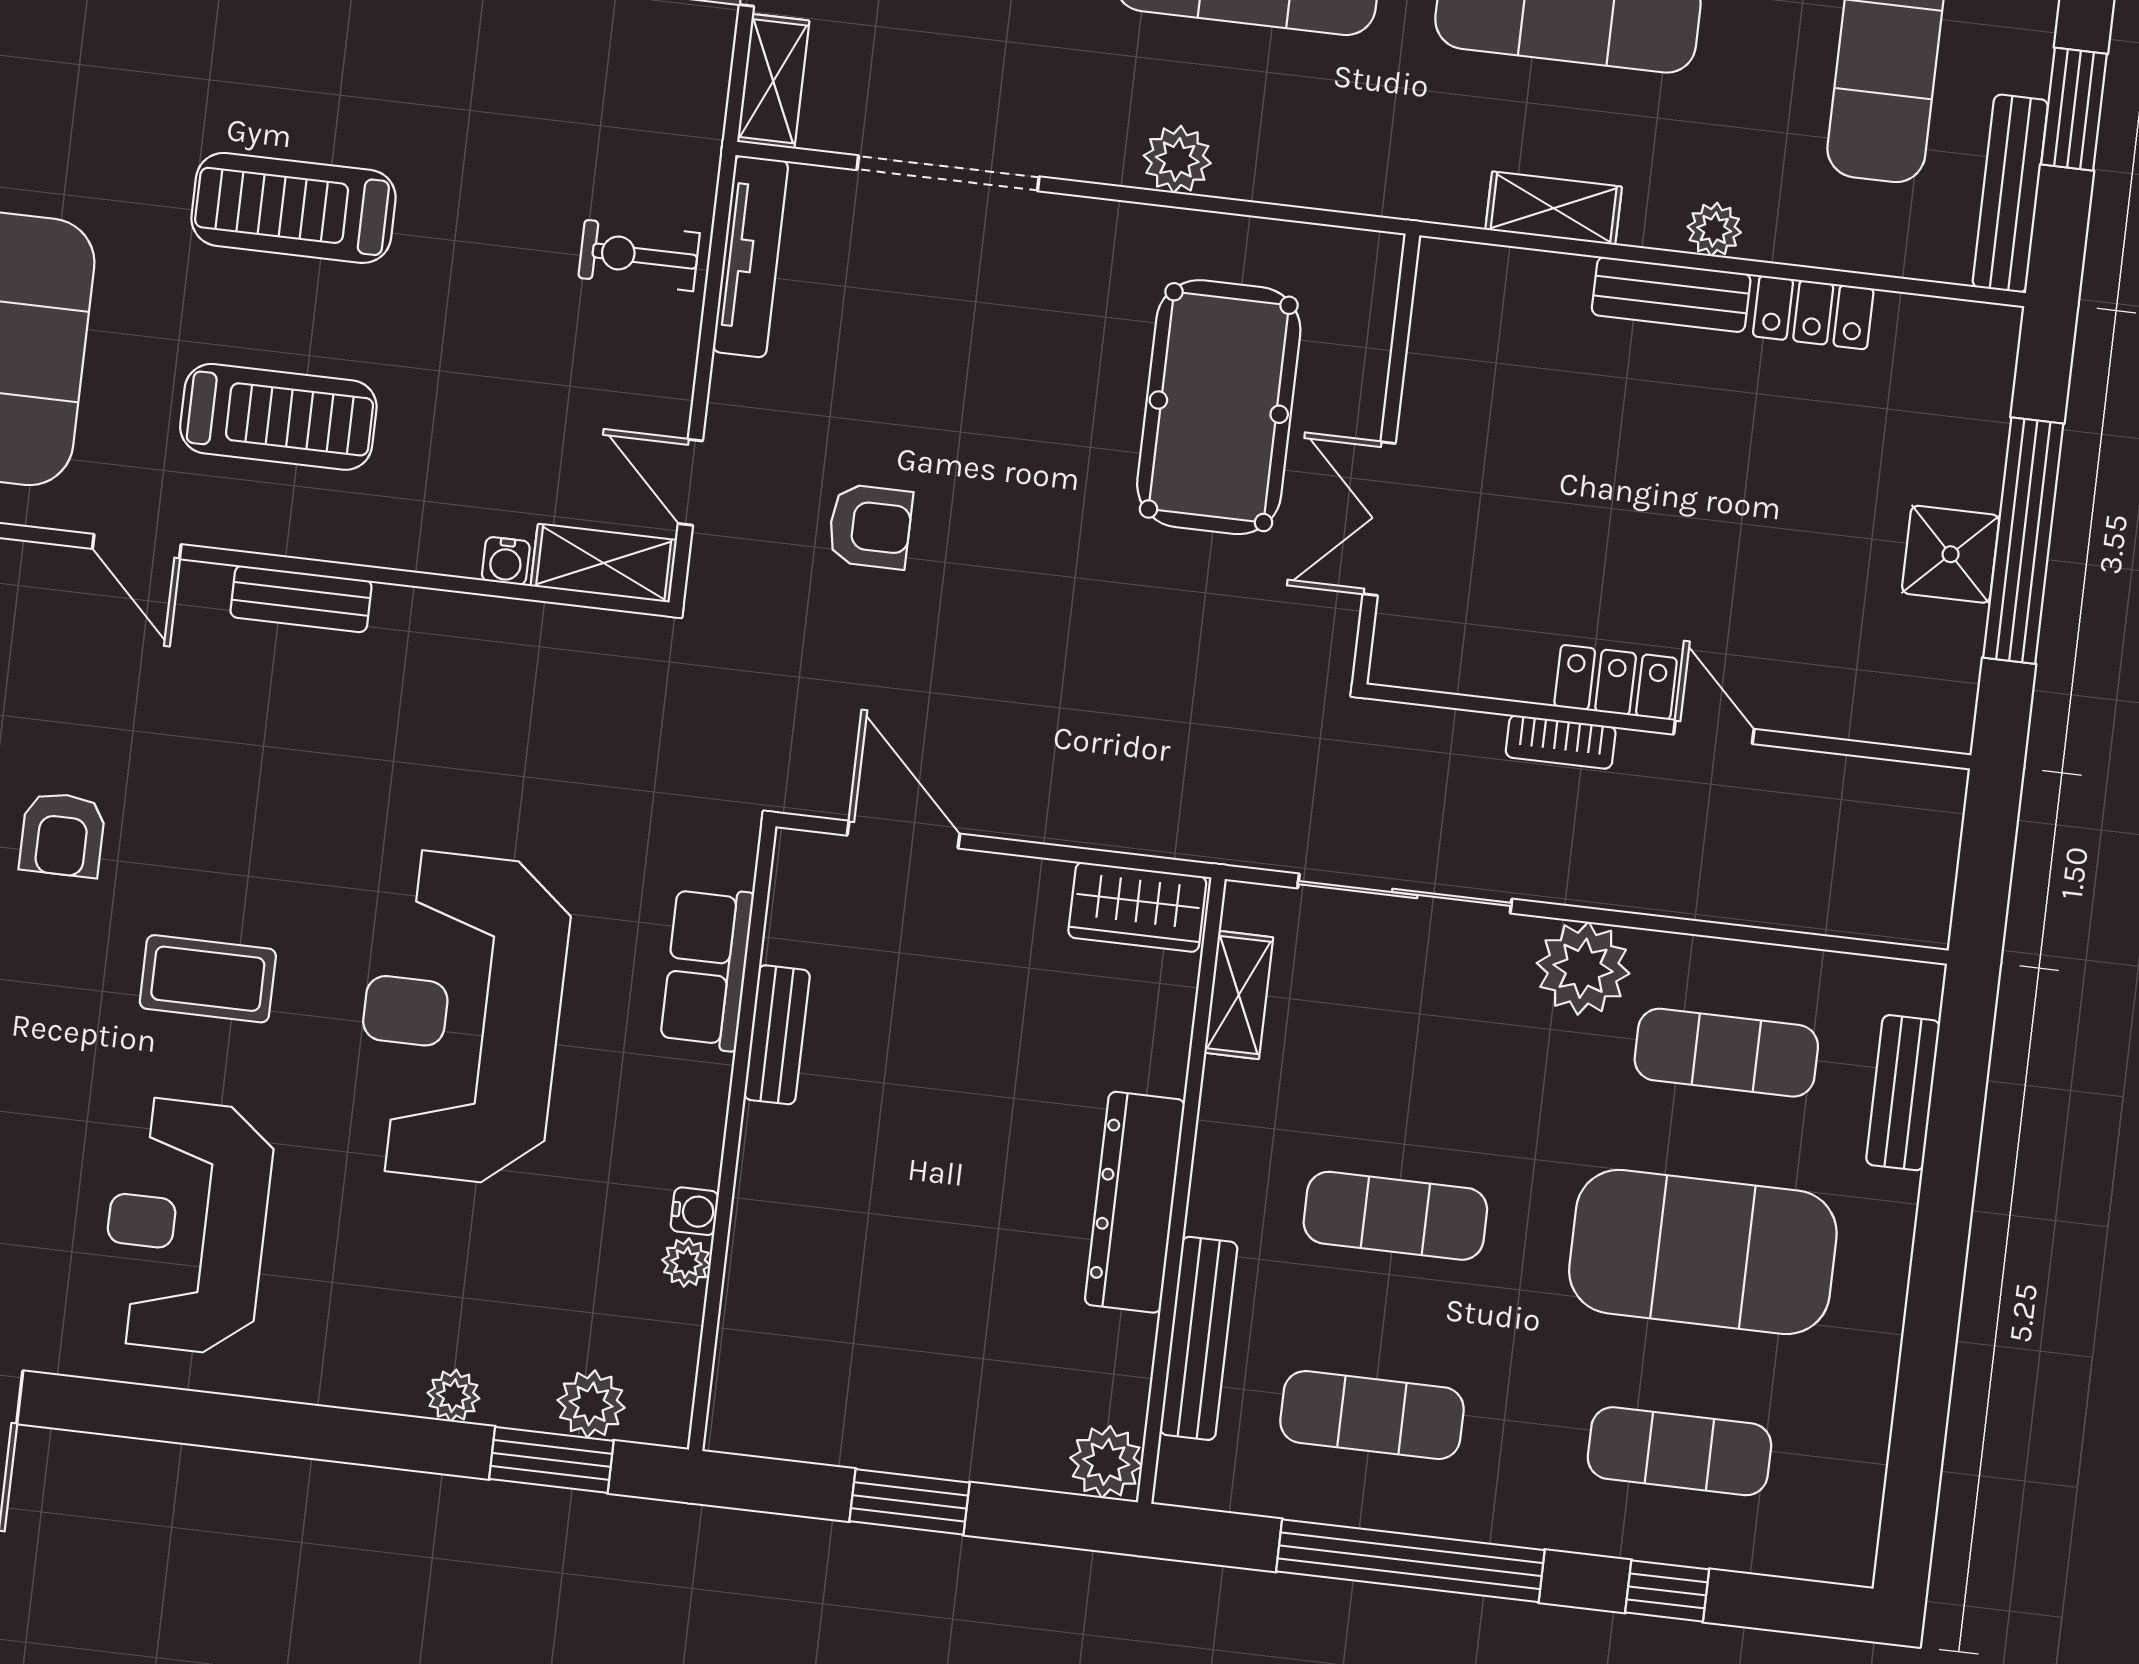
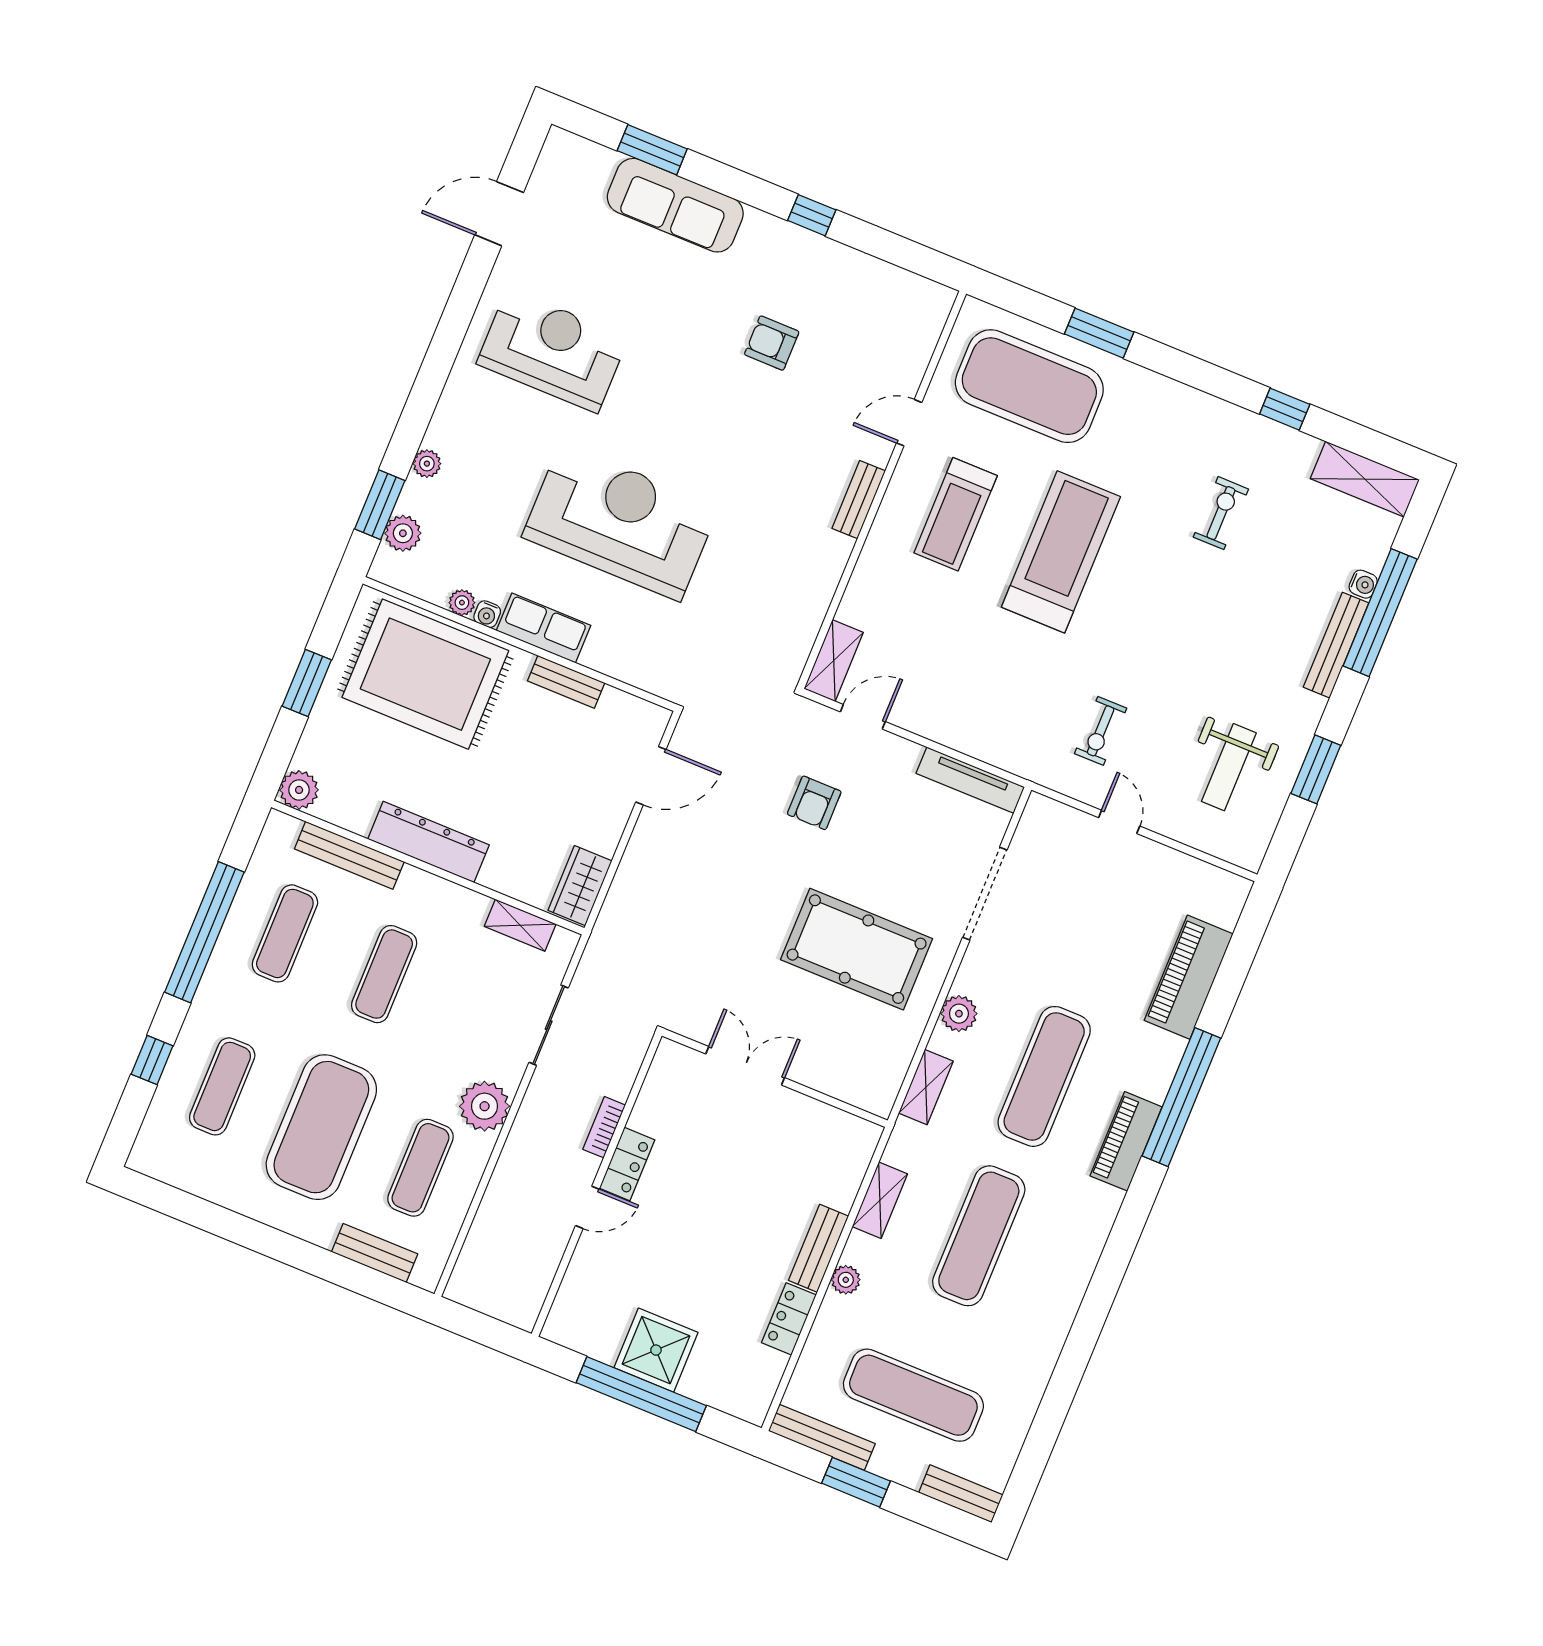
shelving: (773, 81) -> (926, 1087), moved, turned 90
treadmill: (294, 208) -> (1061, 552), width x1.37, depth x1.38
exercise bike: (639, 255) -> (1101, 731), moved, turned 180
pool table: (1219, 407) -> (857, 949), moved
shower: (1951, 554) -> (656, 1350), width x1.36, depth x1.36
water cooler: (506, 561) -> (849, 610), removed
sliding door: (1405, 893) -> (549, 1025), width x0.73
row of seats: (707, 968) -> (544, 628), moved
coffee table: (208, 979) -> (677, 397), removed
rug: (834, 1292) -> (425, 674), added

